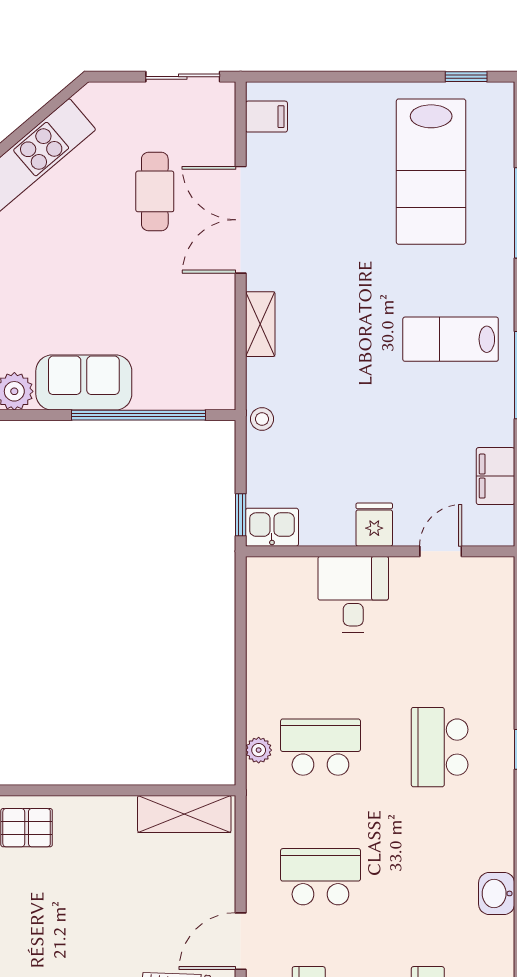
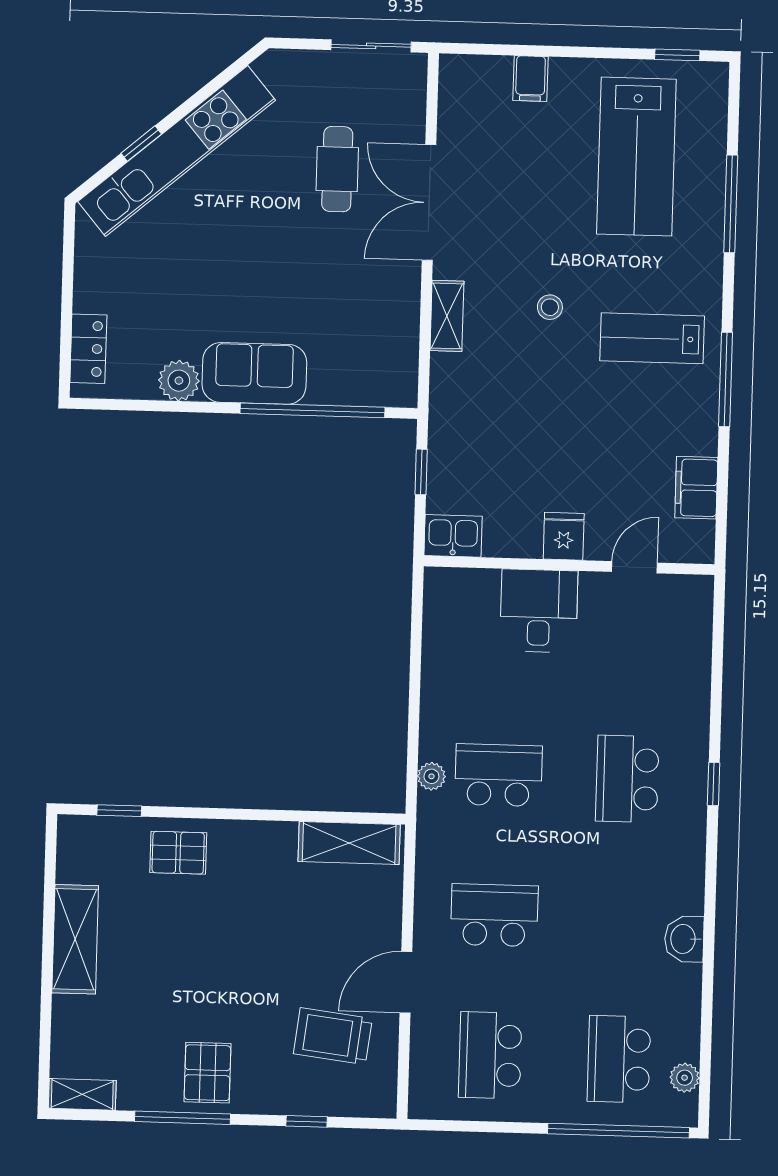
filing cabinet: (266, 117) -> (530, 79), moved, turned 90
stool: (262, 419) -> (550, 307), moved
window: (241, 515) -> (421, 472), moved

